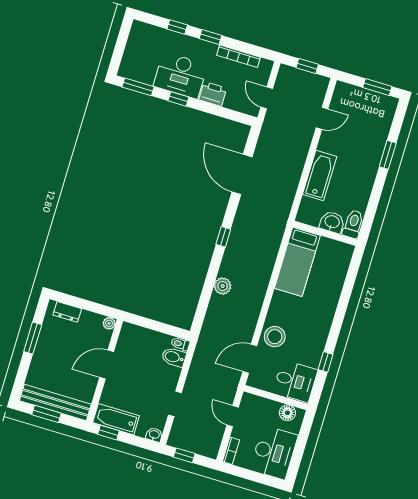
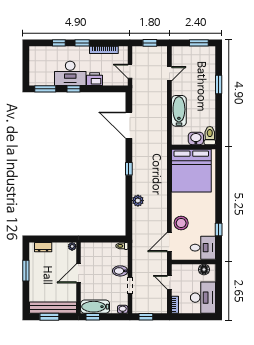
bed: (297, 262) -> (191, 171), width x2.04
bidet: (174, 357) -> (120, 271), moved

